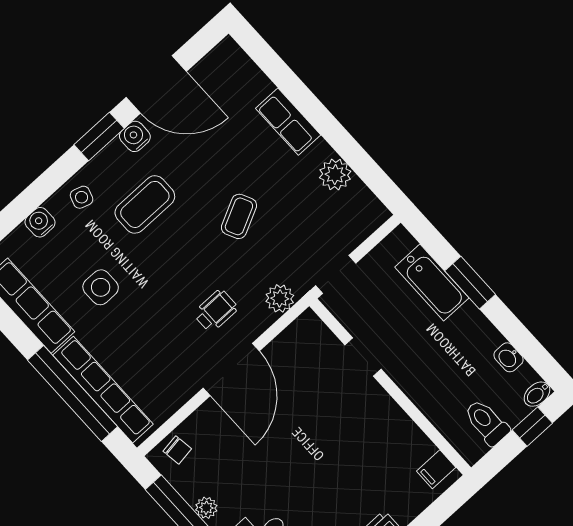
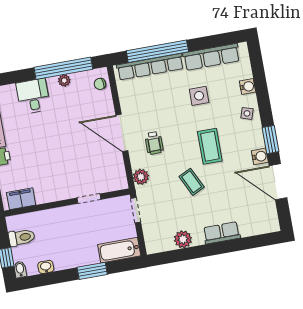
door: (156, 84) -> (278, 182), hinge flipped
coffee table: (145, 204) -> (210, 146), moved
bathtub: (432, 282) -> (119, 250), moved
filing cabinet: (436, 469) -> (21, 199), width x2.00

